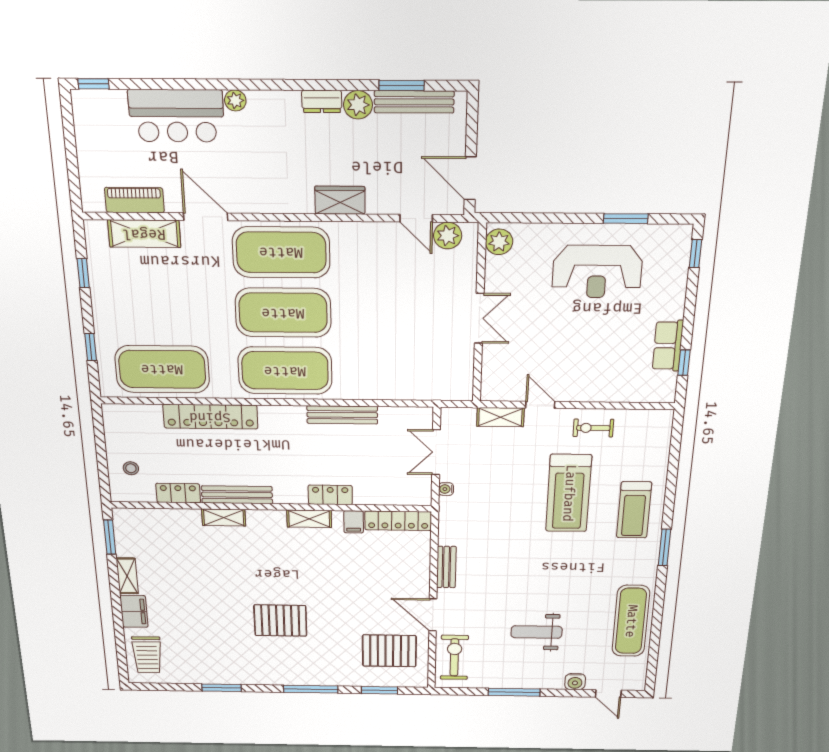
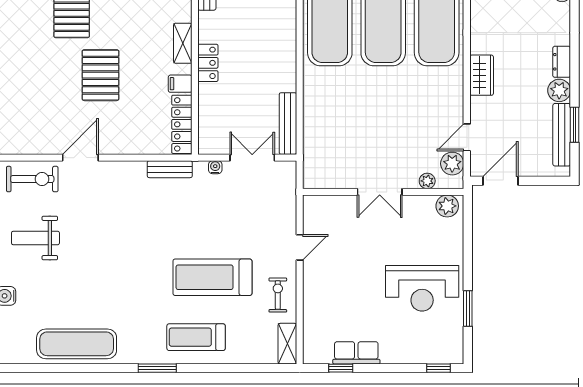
plant: (468, 265) -> (427, 181), added
reception desk: (597, 272) -> (422, 288), turned -90
bench: (342, 415) -> (288, 123), moved
shelving: (500, 417) -> (287, 344), moved
bench: (446, 567) -> (170, 169), moved
weight bench: (537, 632) -> (35, 238), moved, turned -90
pallet: (389, 651) -> (100, 75), moved

